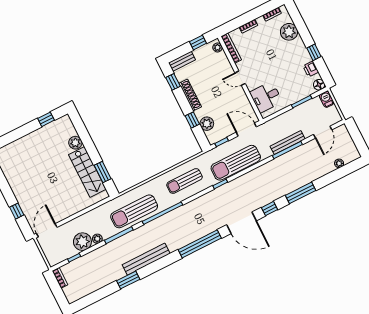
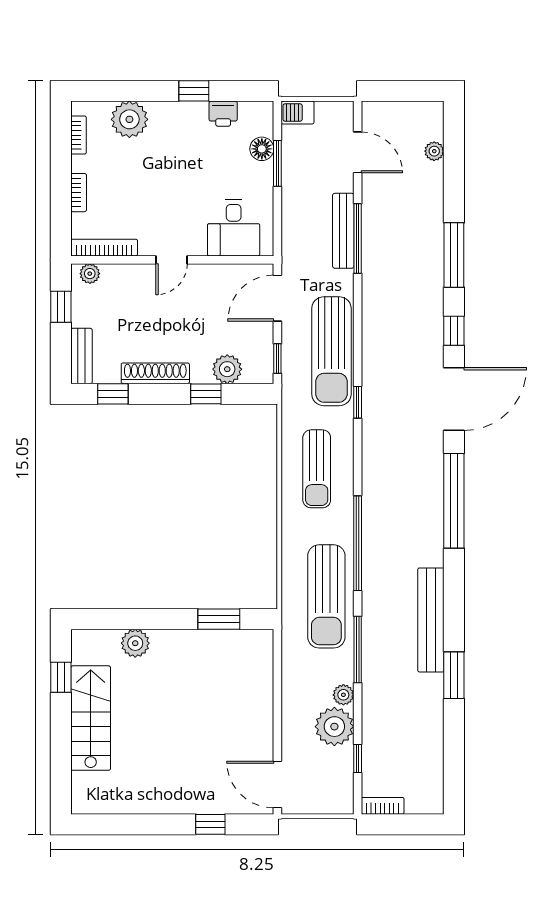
floor lamp: (319, 85) -> (262, 149), moved
stairs: (87, 172) -> (91, 718), moved, turned -90

